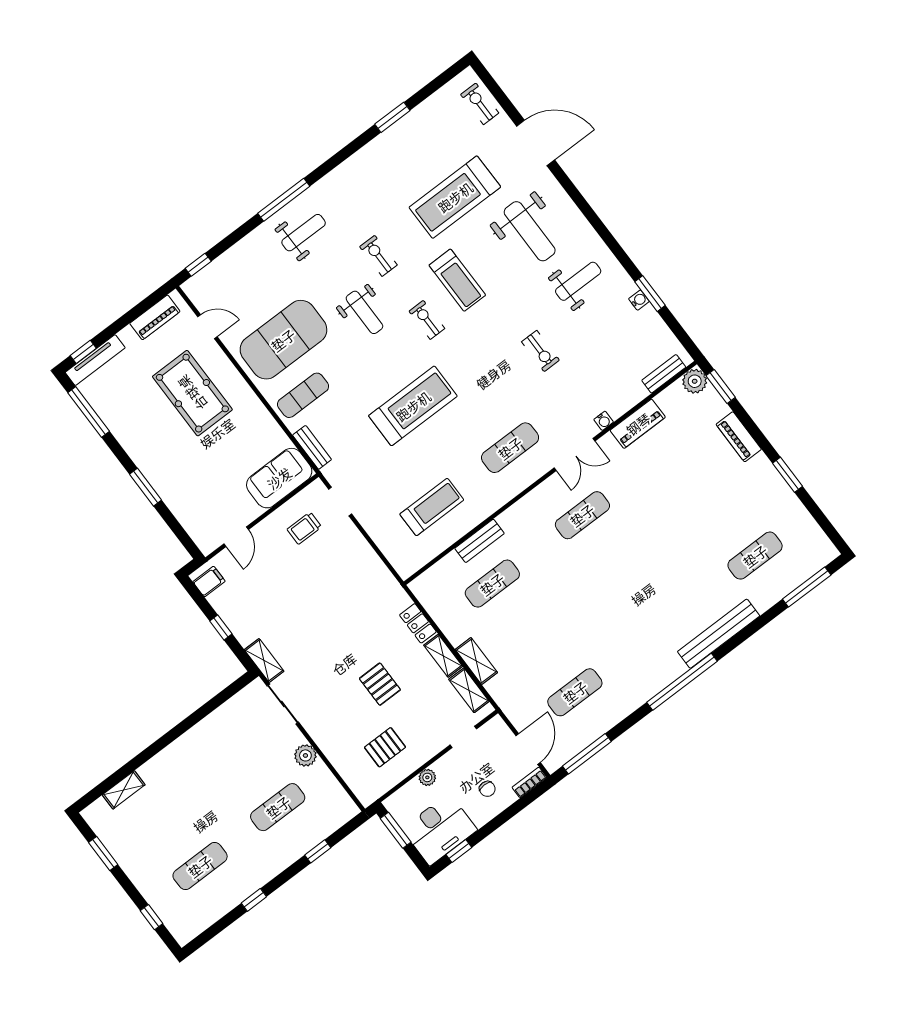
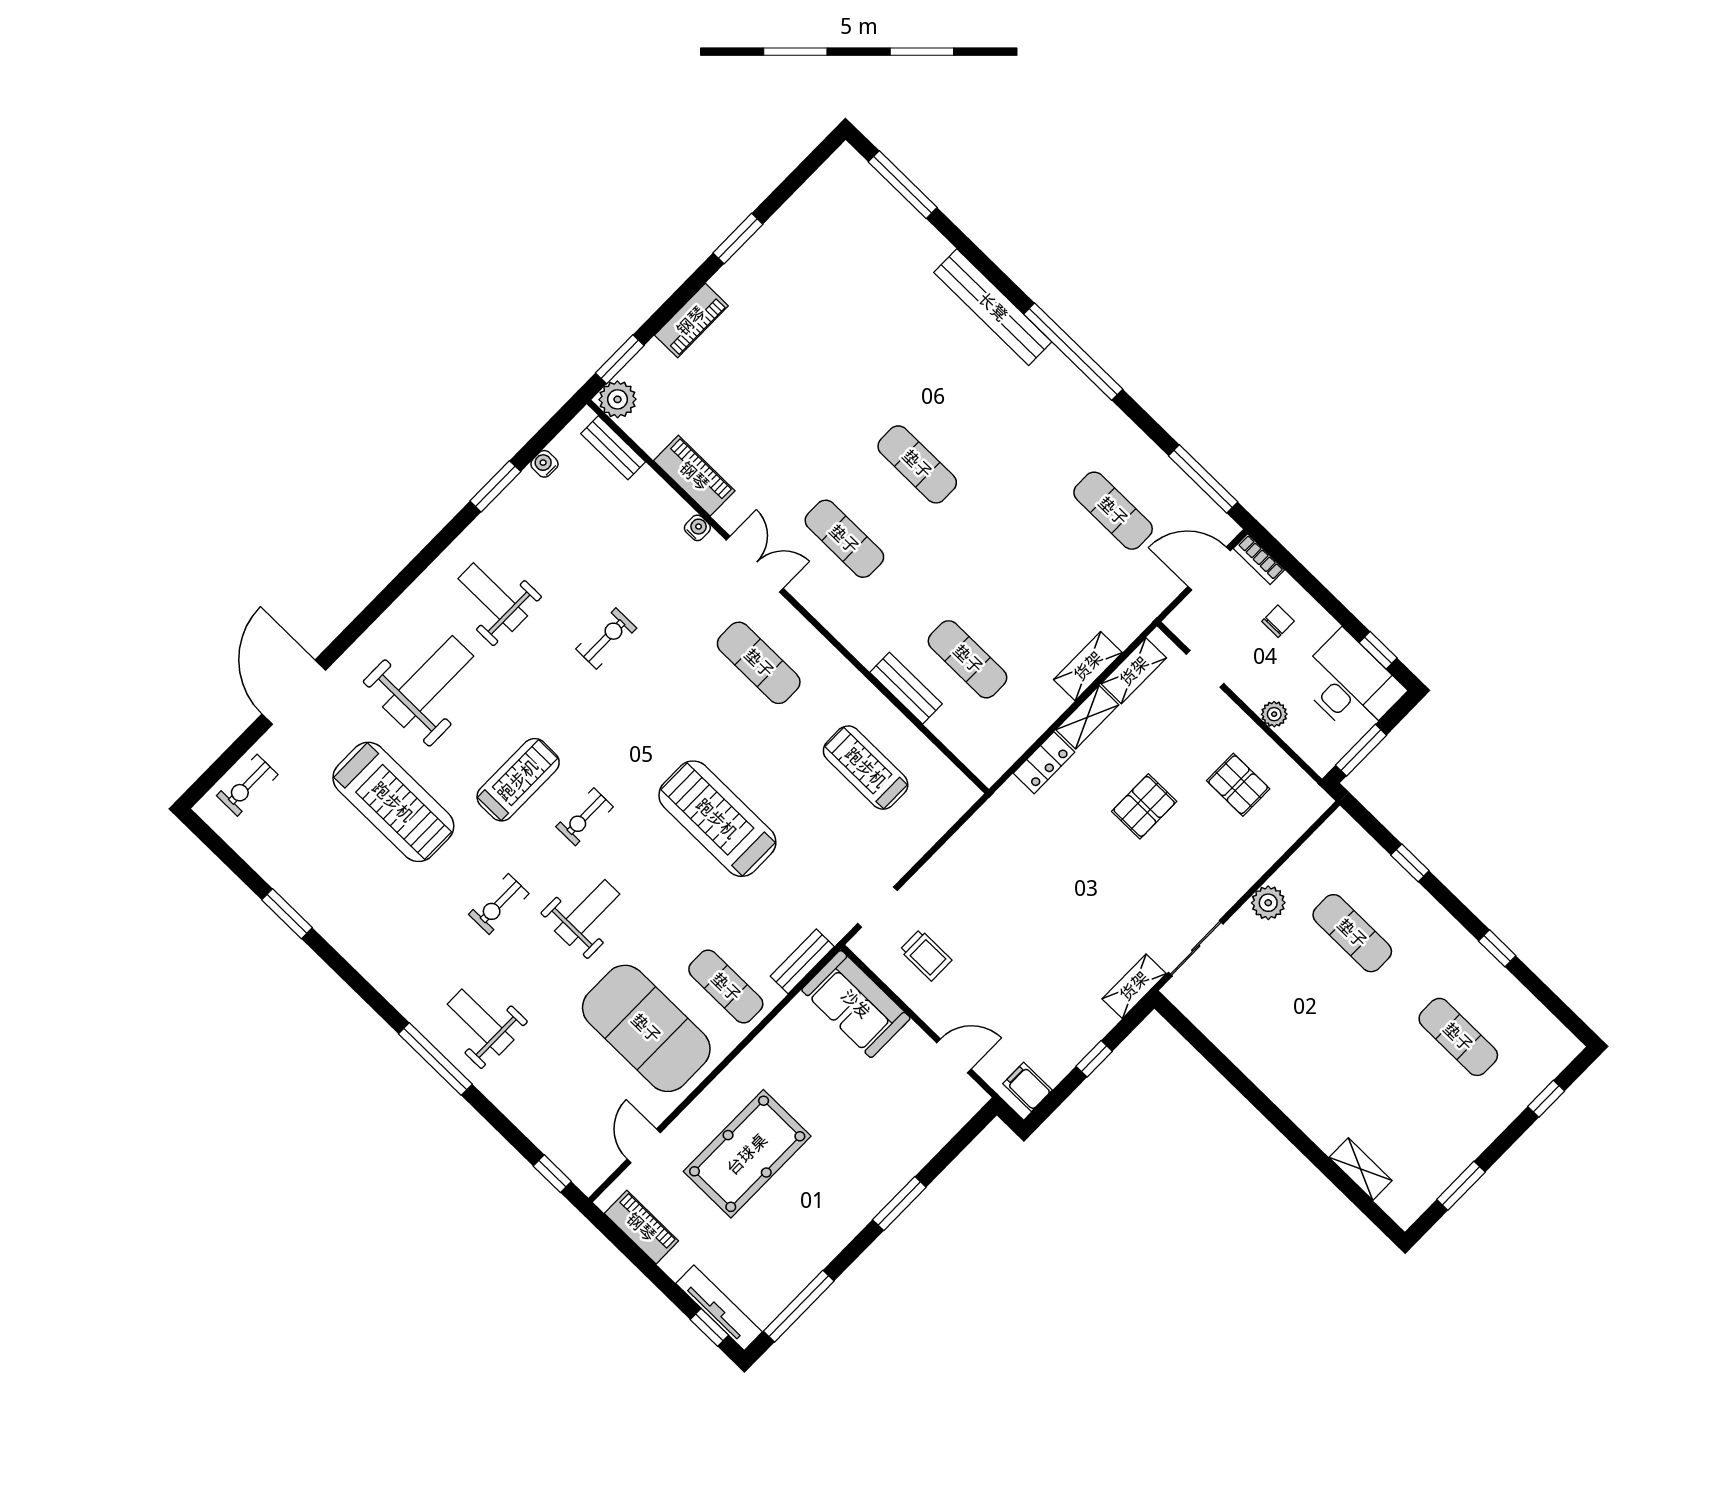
water cooler: (639, 300) -> (544, 464), moved
exercise mat: (755, 556) -> (917, 464), moved

